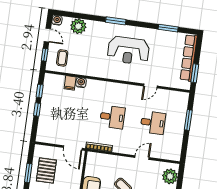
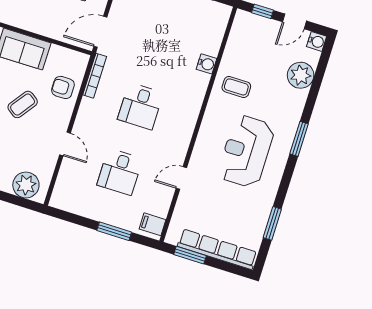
coffee table: (62, 58) -> (236, 87), moved
filing cabinet: (70, 83) -> (153, 224), moved
door: (150, 86) -> (181, 178), hinge flipped
armchair: (109, 164) -> (63, 87), added

